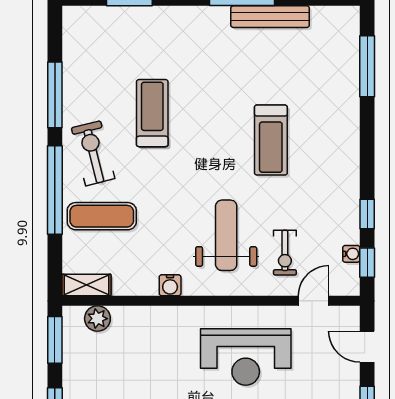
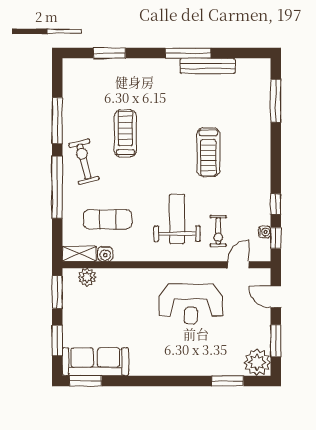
exercise mat: (102, 216) -> (108, 219), moved
water cooler: (170, 285) -> (105, 254), moved

